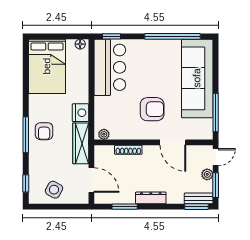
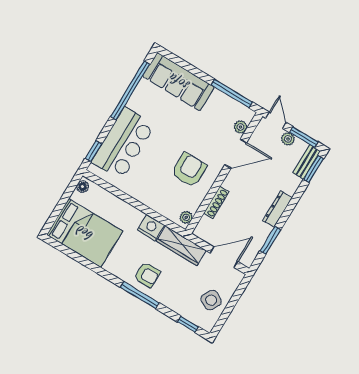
bar counter: (110, 67) -> (123, 144), moved, turned 90
sofa: (197, 78) -> (179, 82), width x0.74, depth x0.79
armchair: (152, 109) -> (189, 170), moved
plant: (195, 134) -> (241, 127), added

